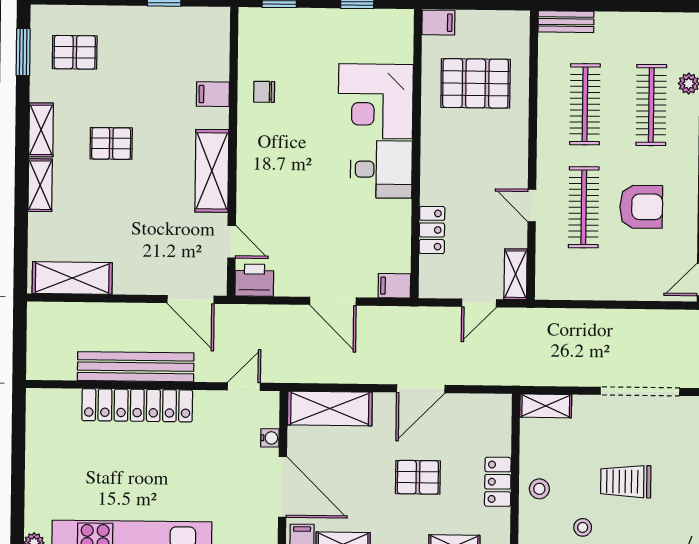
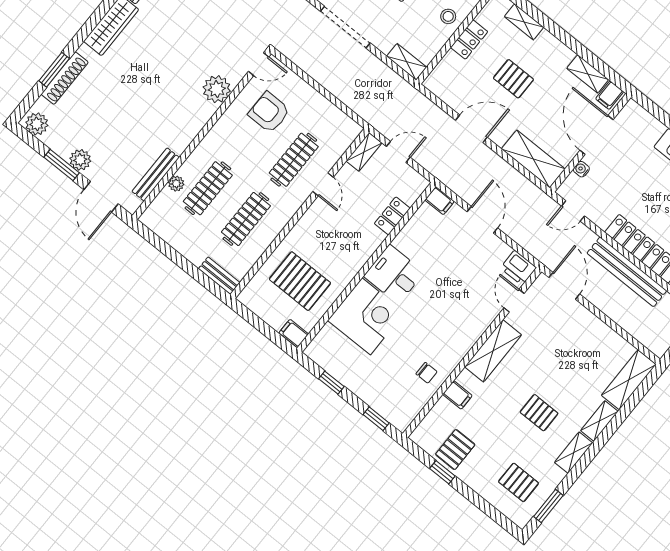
pallet: (170, 34) -> (455, 450), added
armchair: (641, 207) -> (269, 112), moved
shelving: (72, 278) -> (629, 380), moved, turned 90

